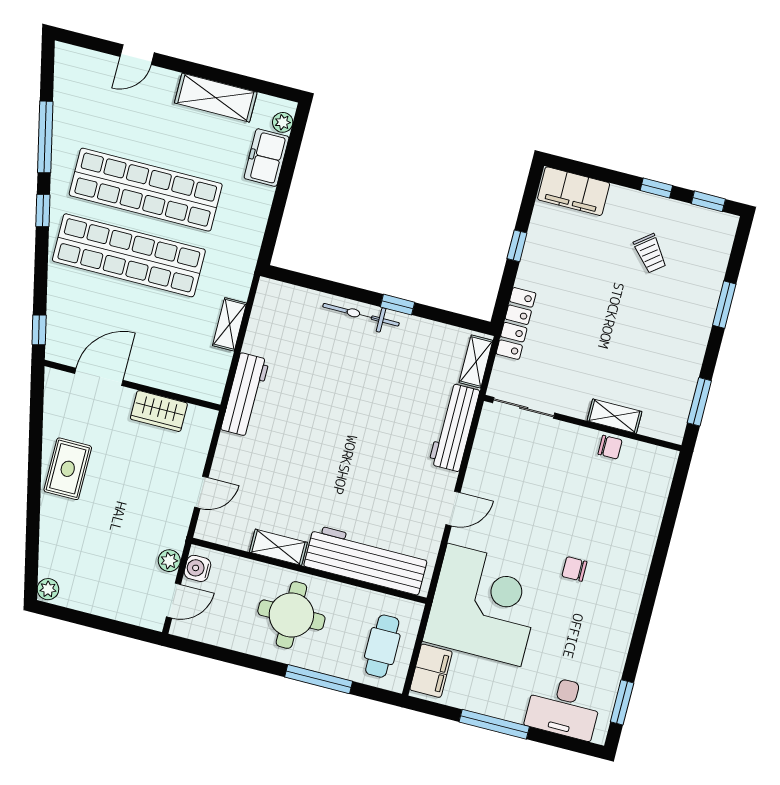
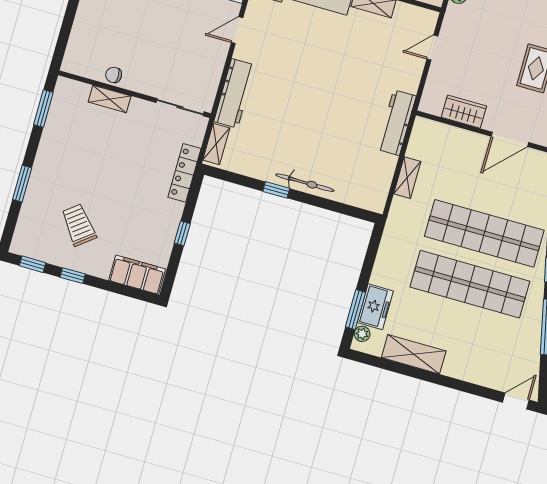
door: (137, 55) -> (516, 401), moved
window: (292, 153) -> (356, 310), added
trolley: (650, 253) -> (79, 225), width x1.36, depth x1.39

